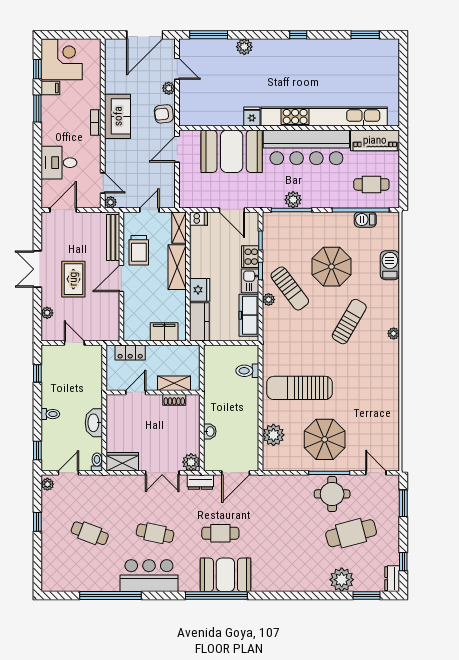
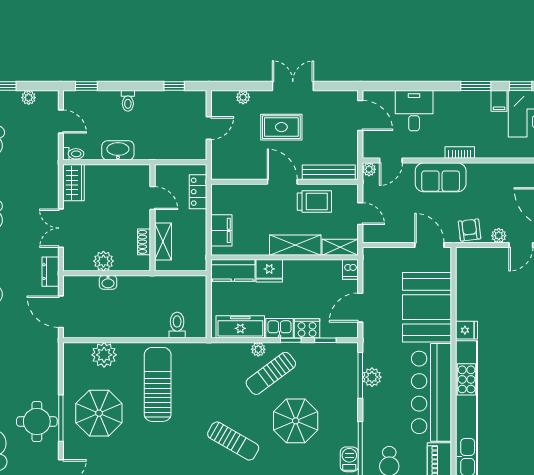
sofa: (118, 116) -> (441, 177), moved
trolley: (139, 250) -> (314, 202), turned 180
plant: (191, 462) -> (103, 261), moved
plant: (47, 484) -> (29, 98), moved

